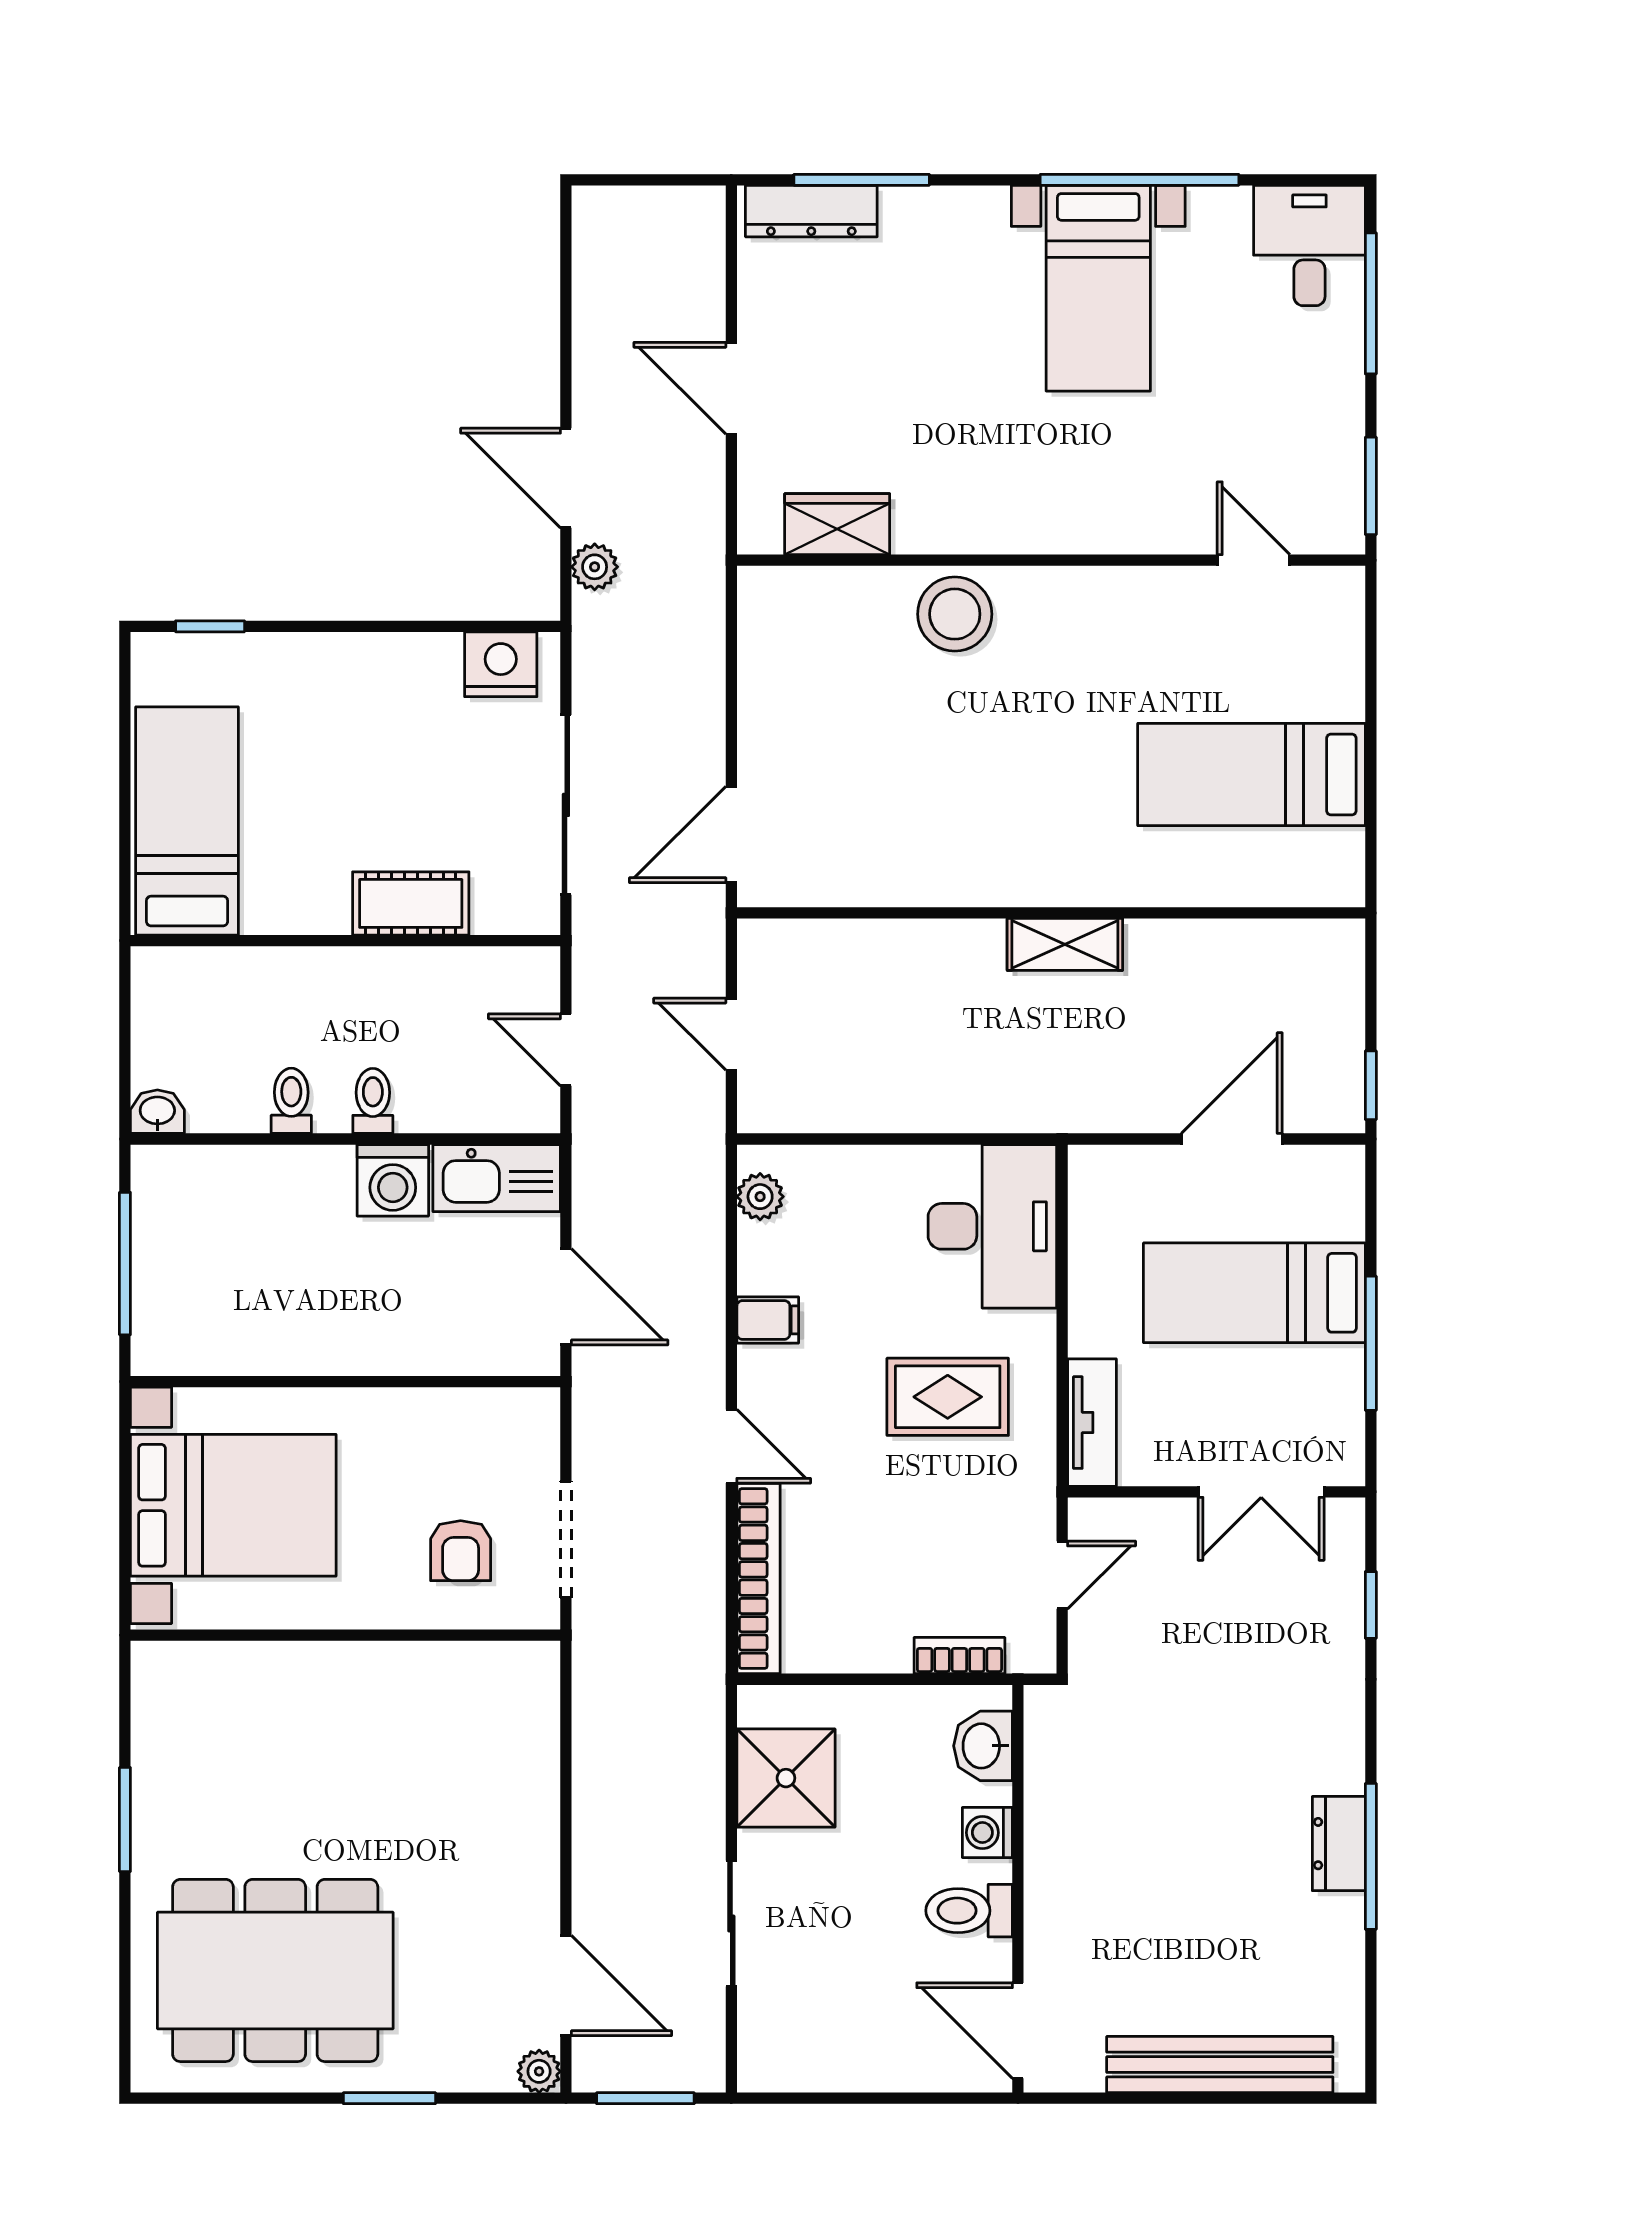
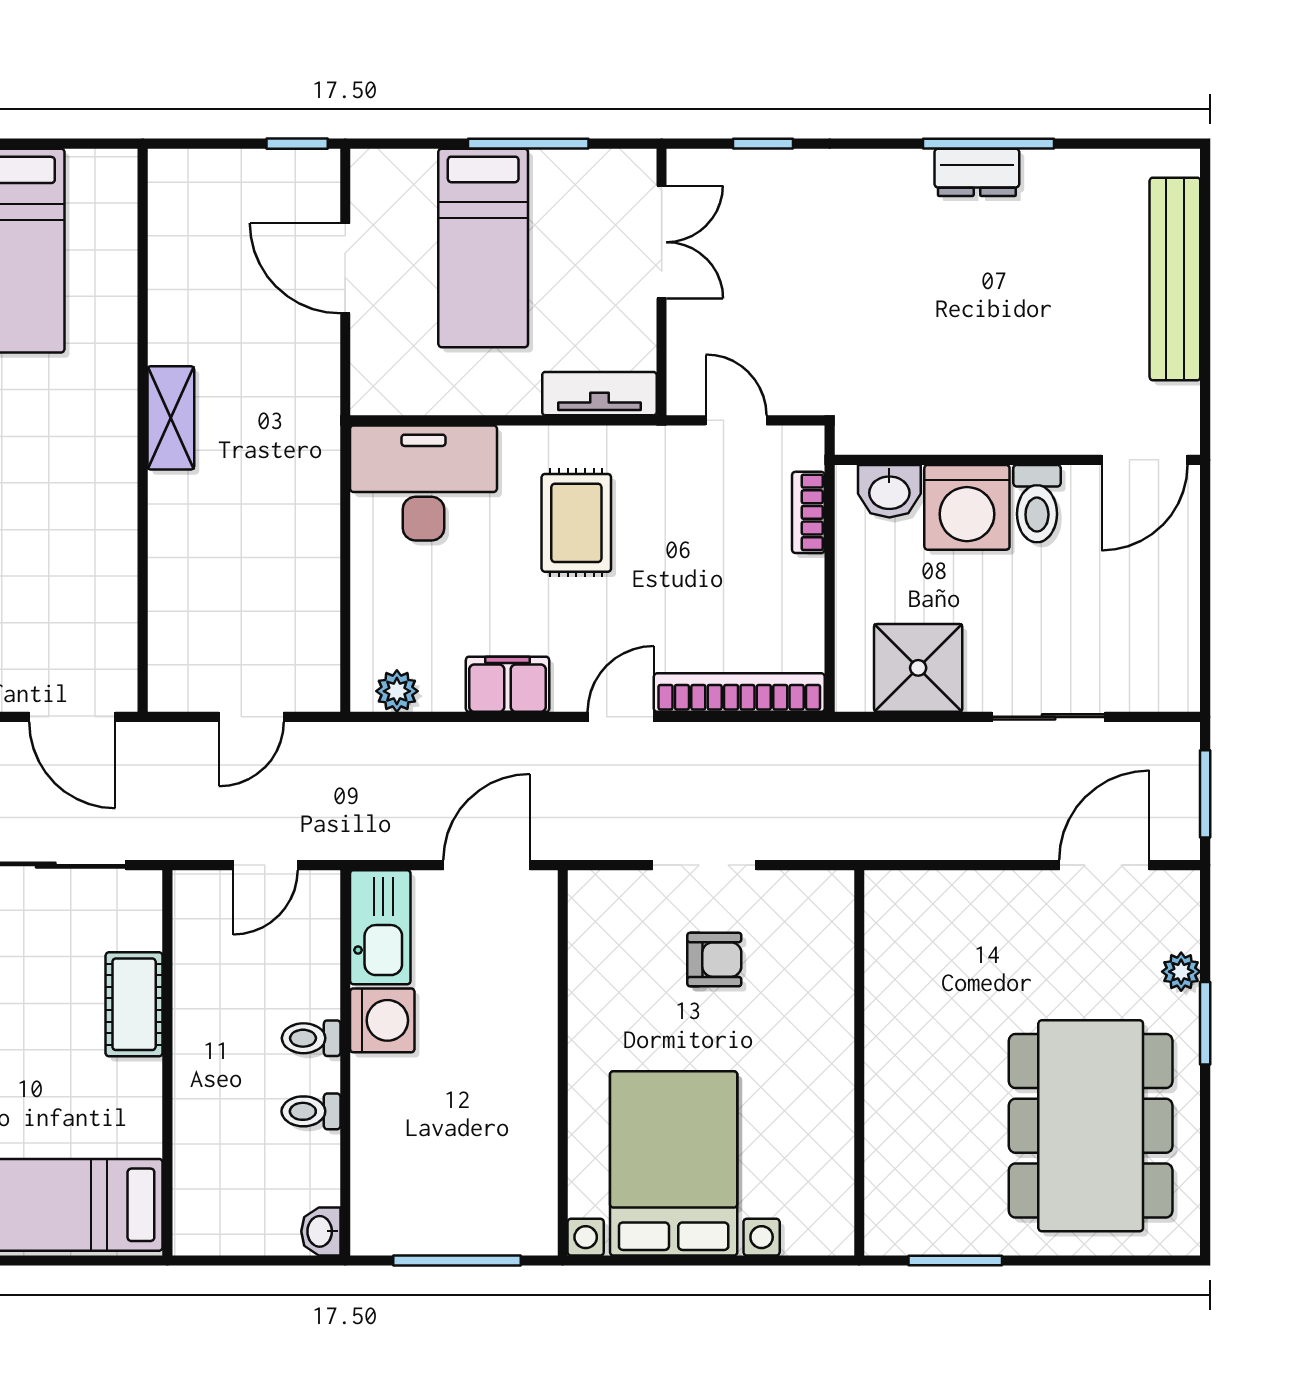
filing cabinet: (768, 1320) -> (507, 684), width x2.00
wall: (345, 1635) -> (859, 1063), moved
washing machine: (987, 1833) -> (967, 507), width x1.89, depth x1.89
plant: (539, 2071) -> (1181, 972), moved

